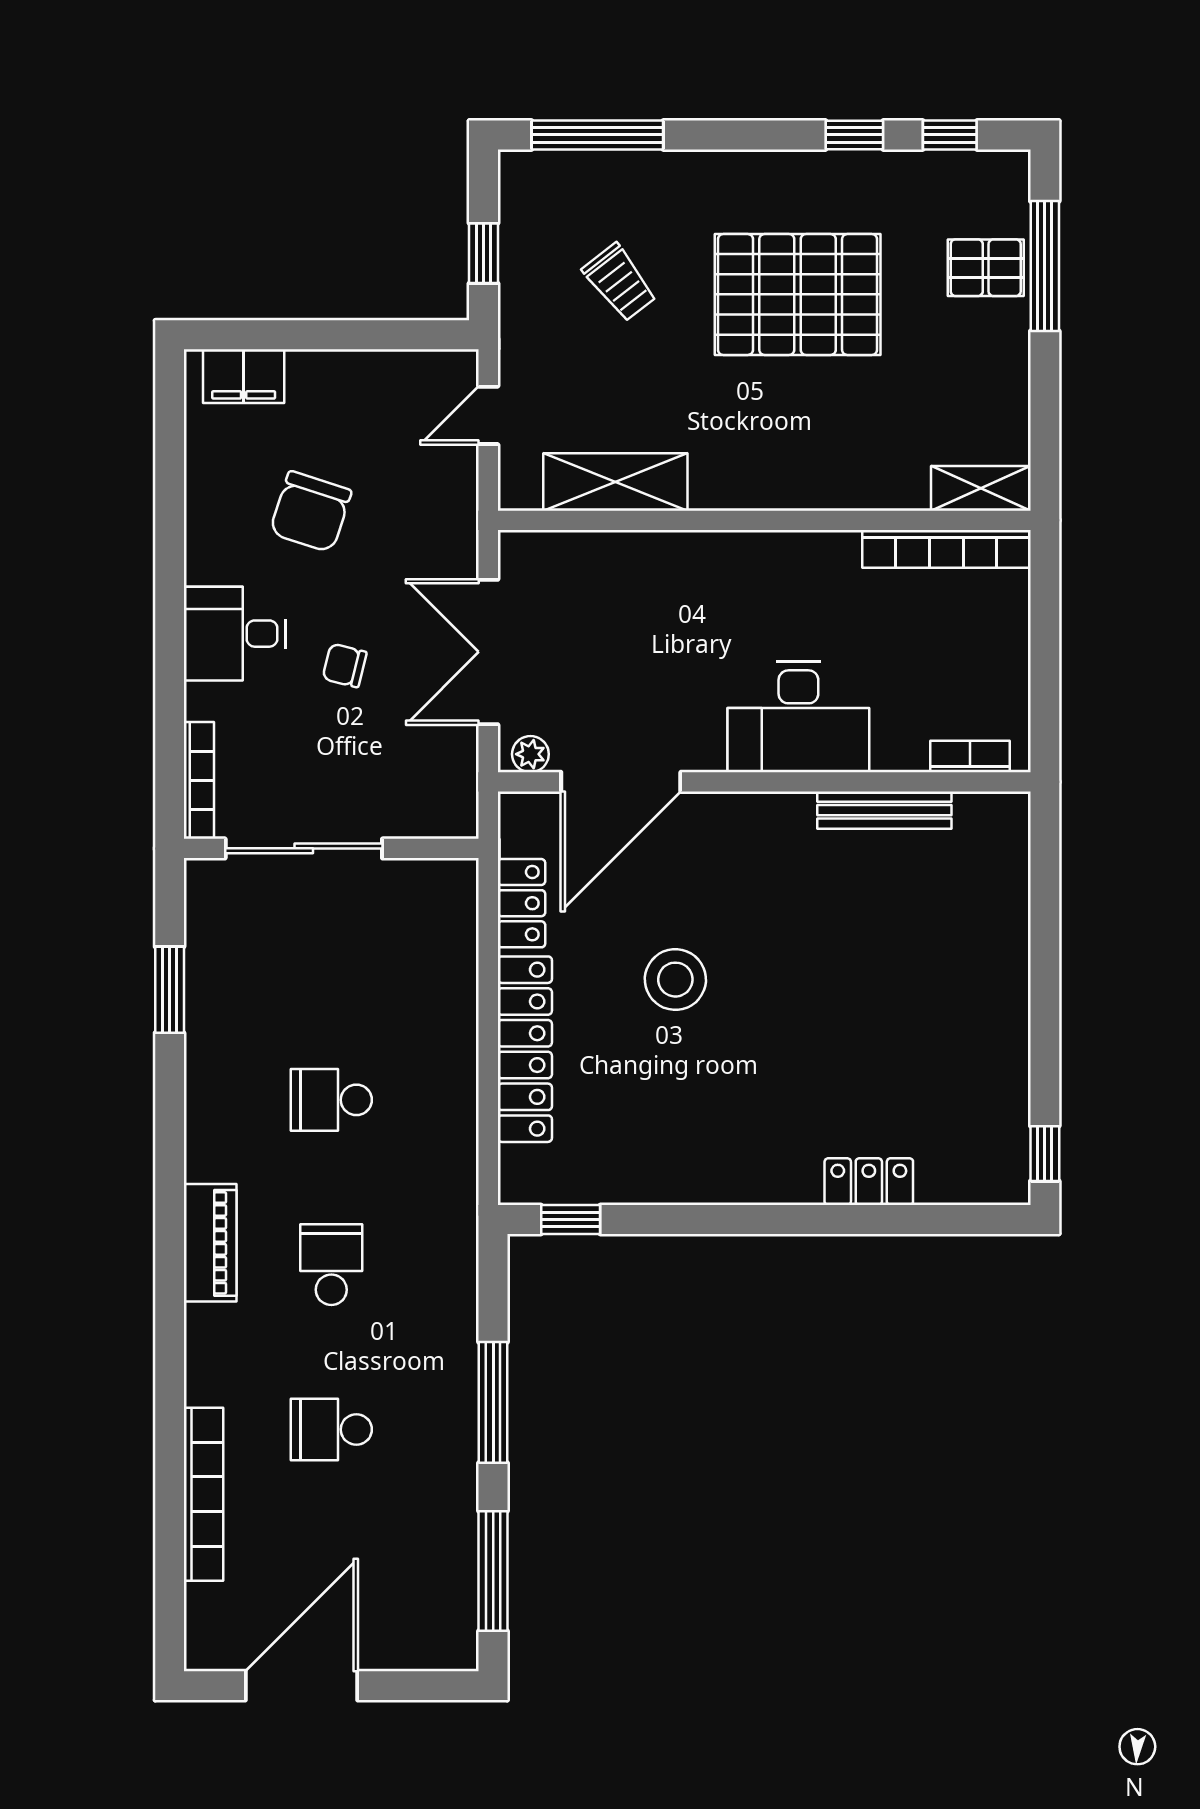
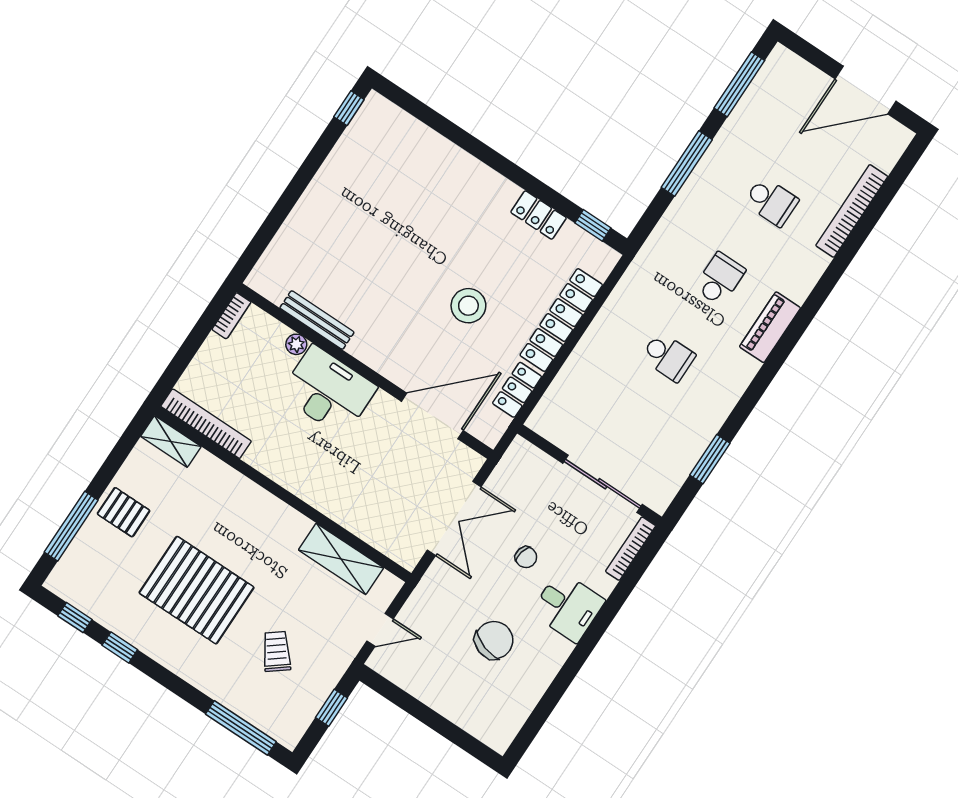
pallet: (986, 268) -> (124, 512), moved
filing cabinet: (244, 376) -> (483, 725), removed
plant: (530, 754) -> (296, 344), moved
bookcase: (970, 757) -> (231, 316), moved, turned -90
locker: (869, 1182) -> (539, 215), moved
school desk: (331, 1265) -> (720, 279), turned 180

